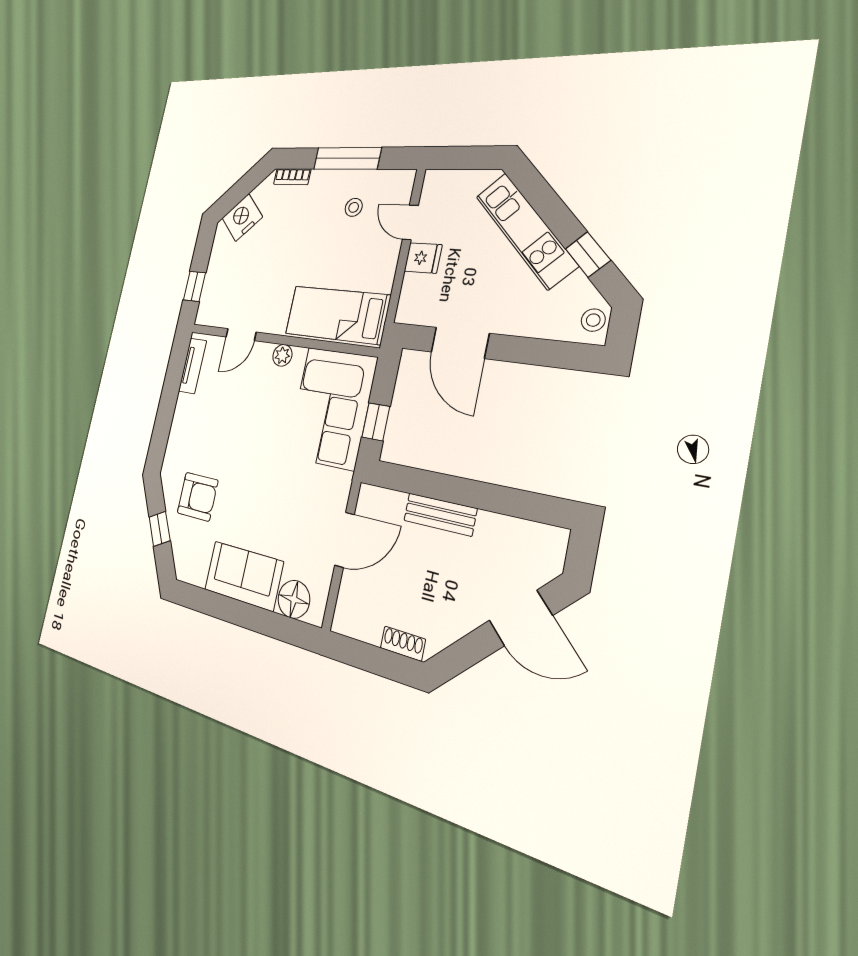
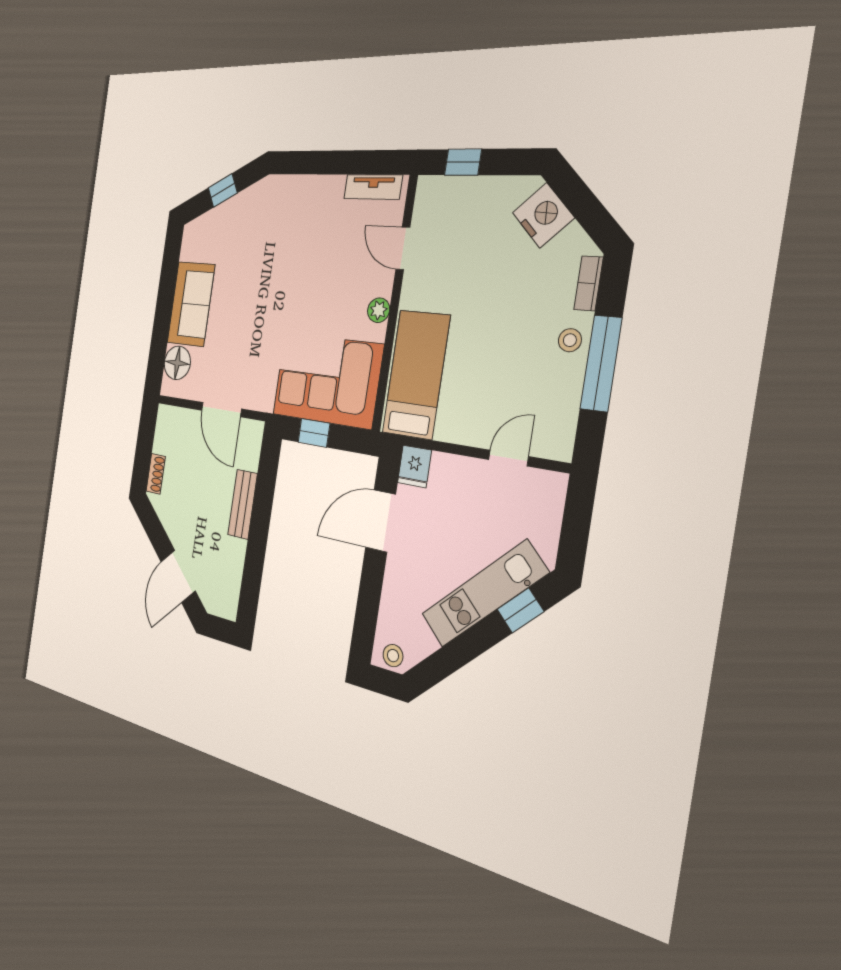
stool: (354, 207) -> (570, 340), moved
window: (588, 254) -> (520, 610), moved
fridge: (423, 258) -> (414, 466), moved
armchair: (198, 497) -> (250, 231), removed

